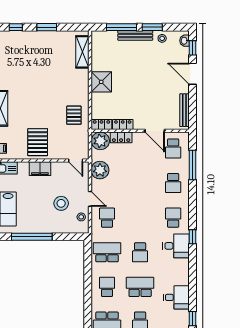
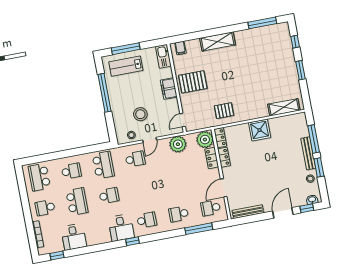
school desk: (140, 252) -> (109, 196), turned 180

